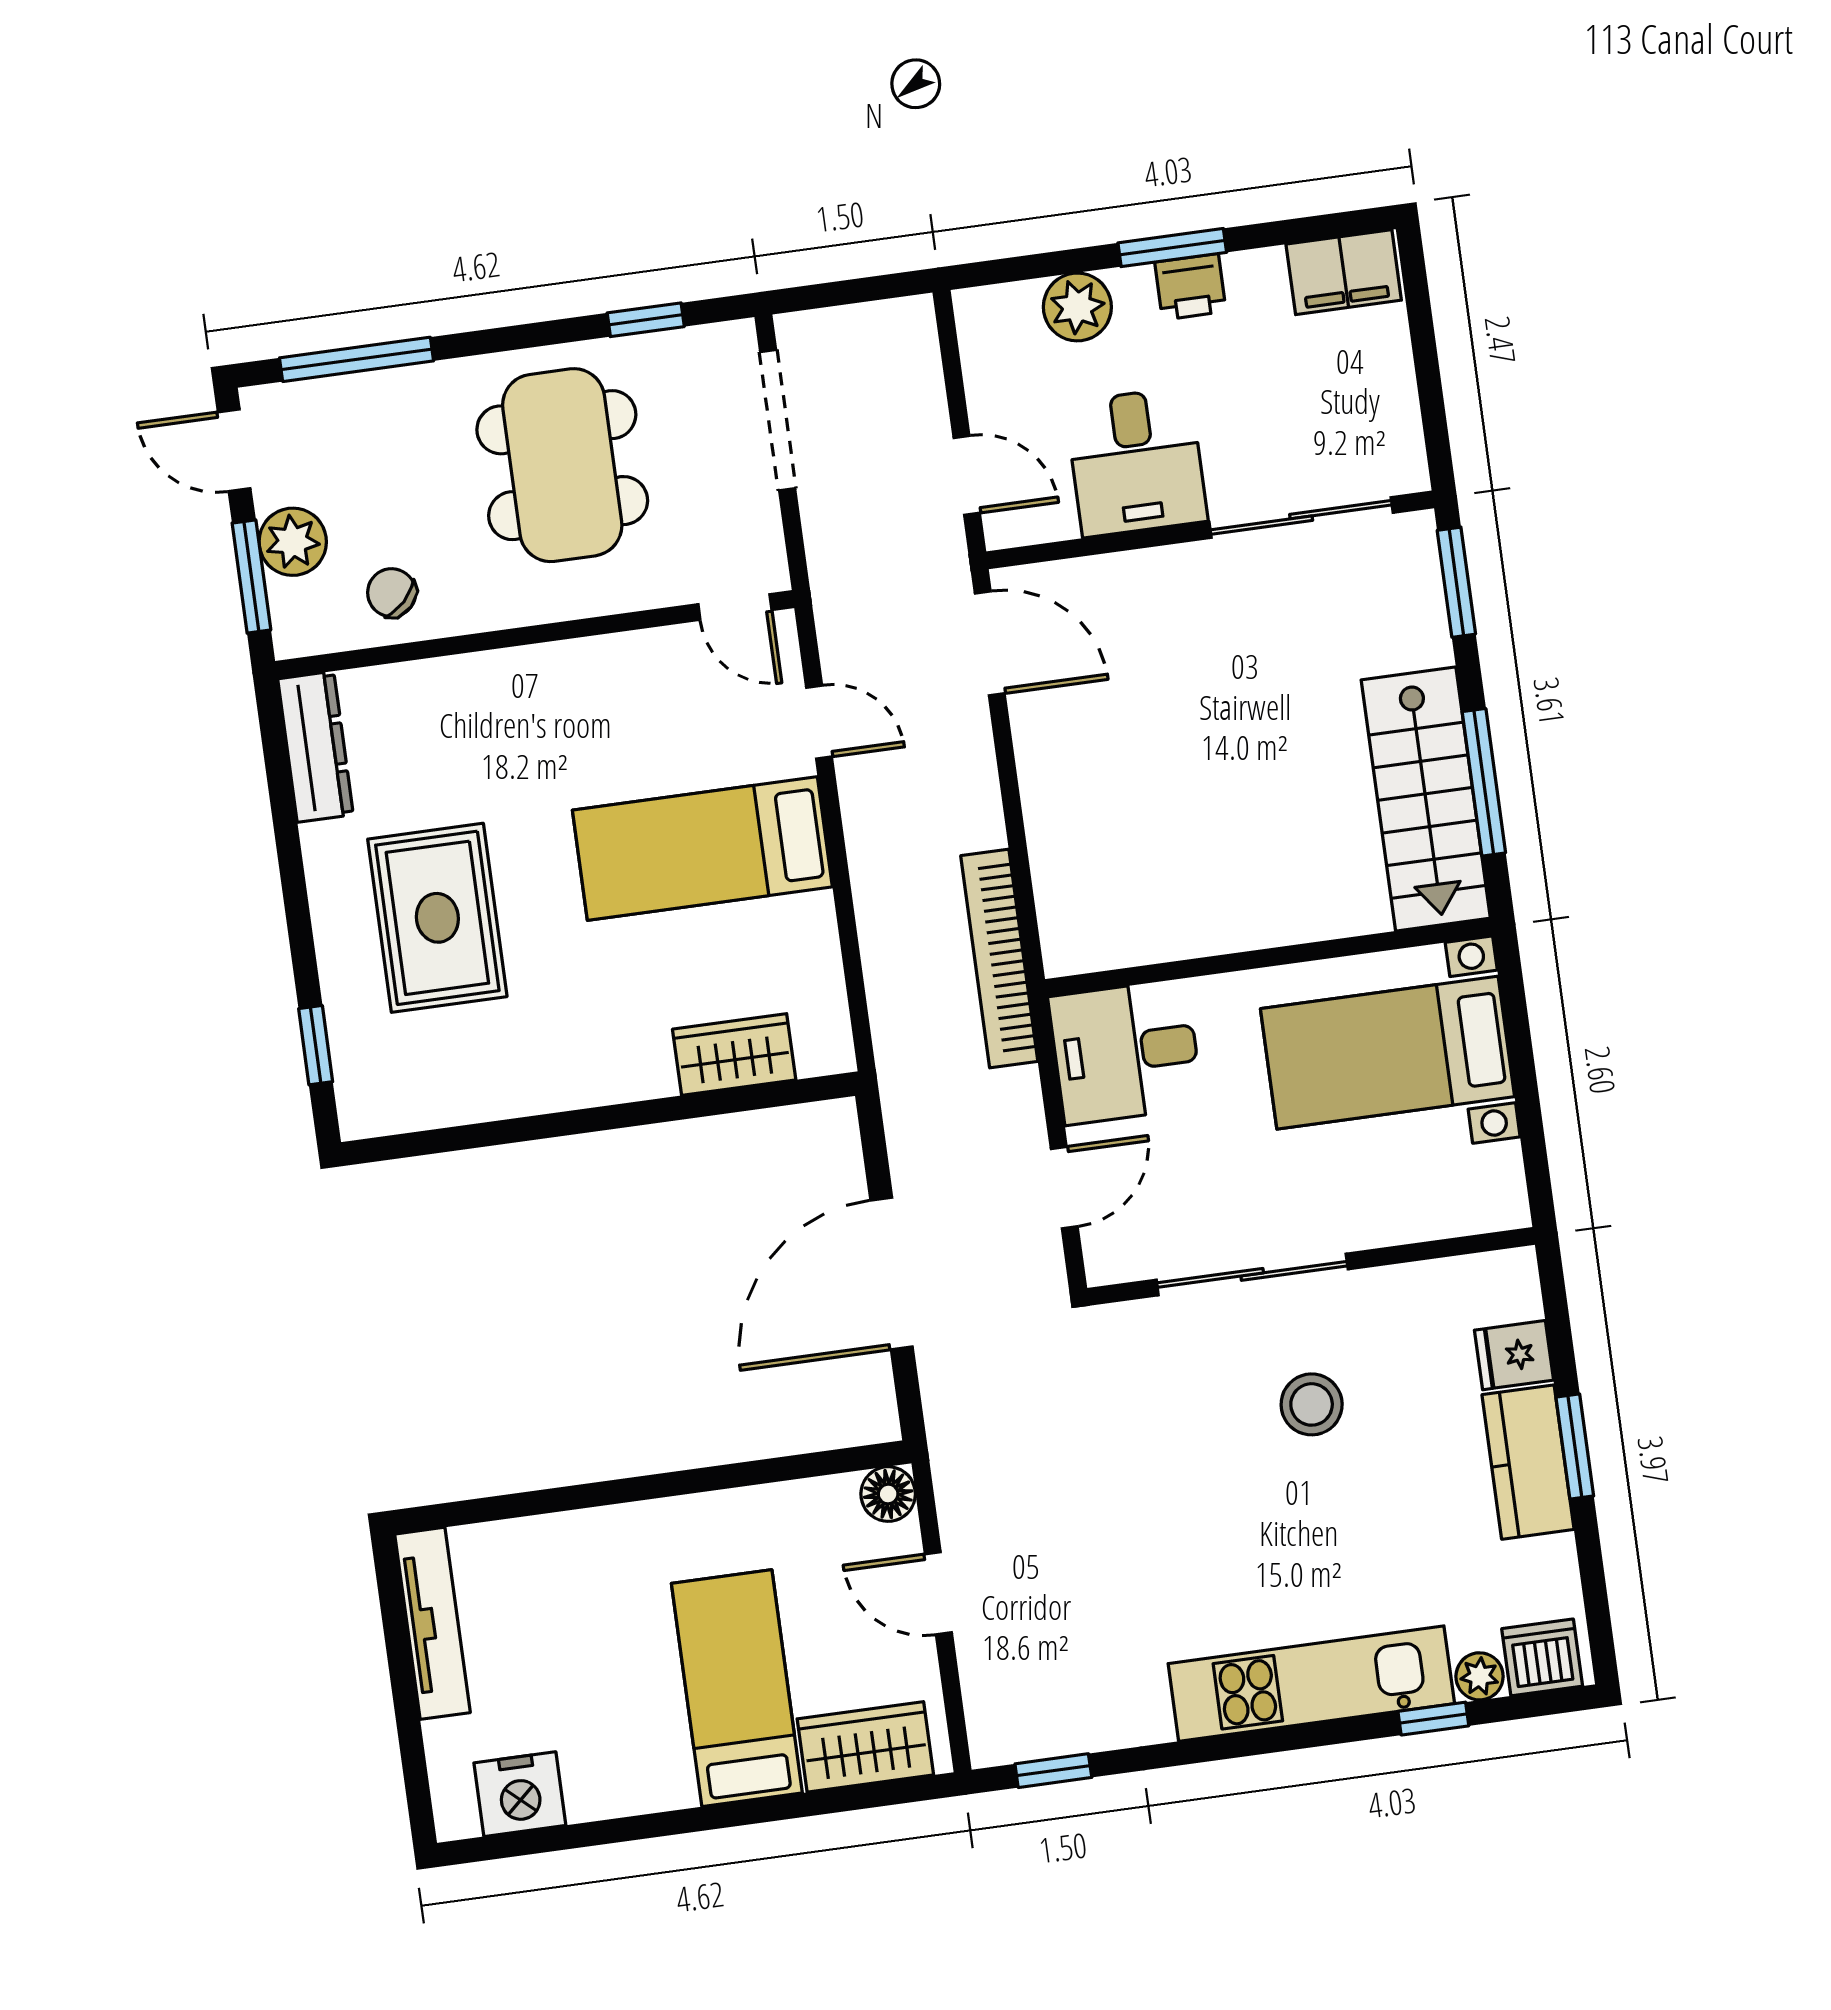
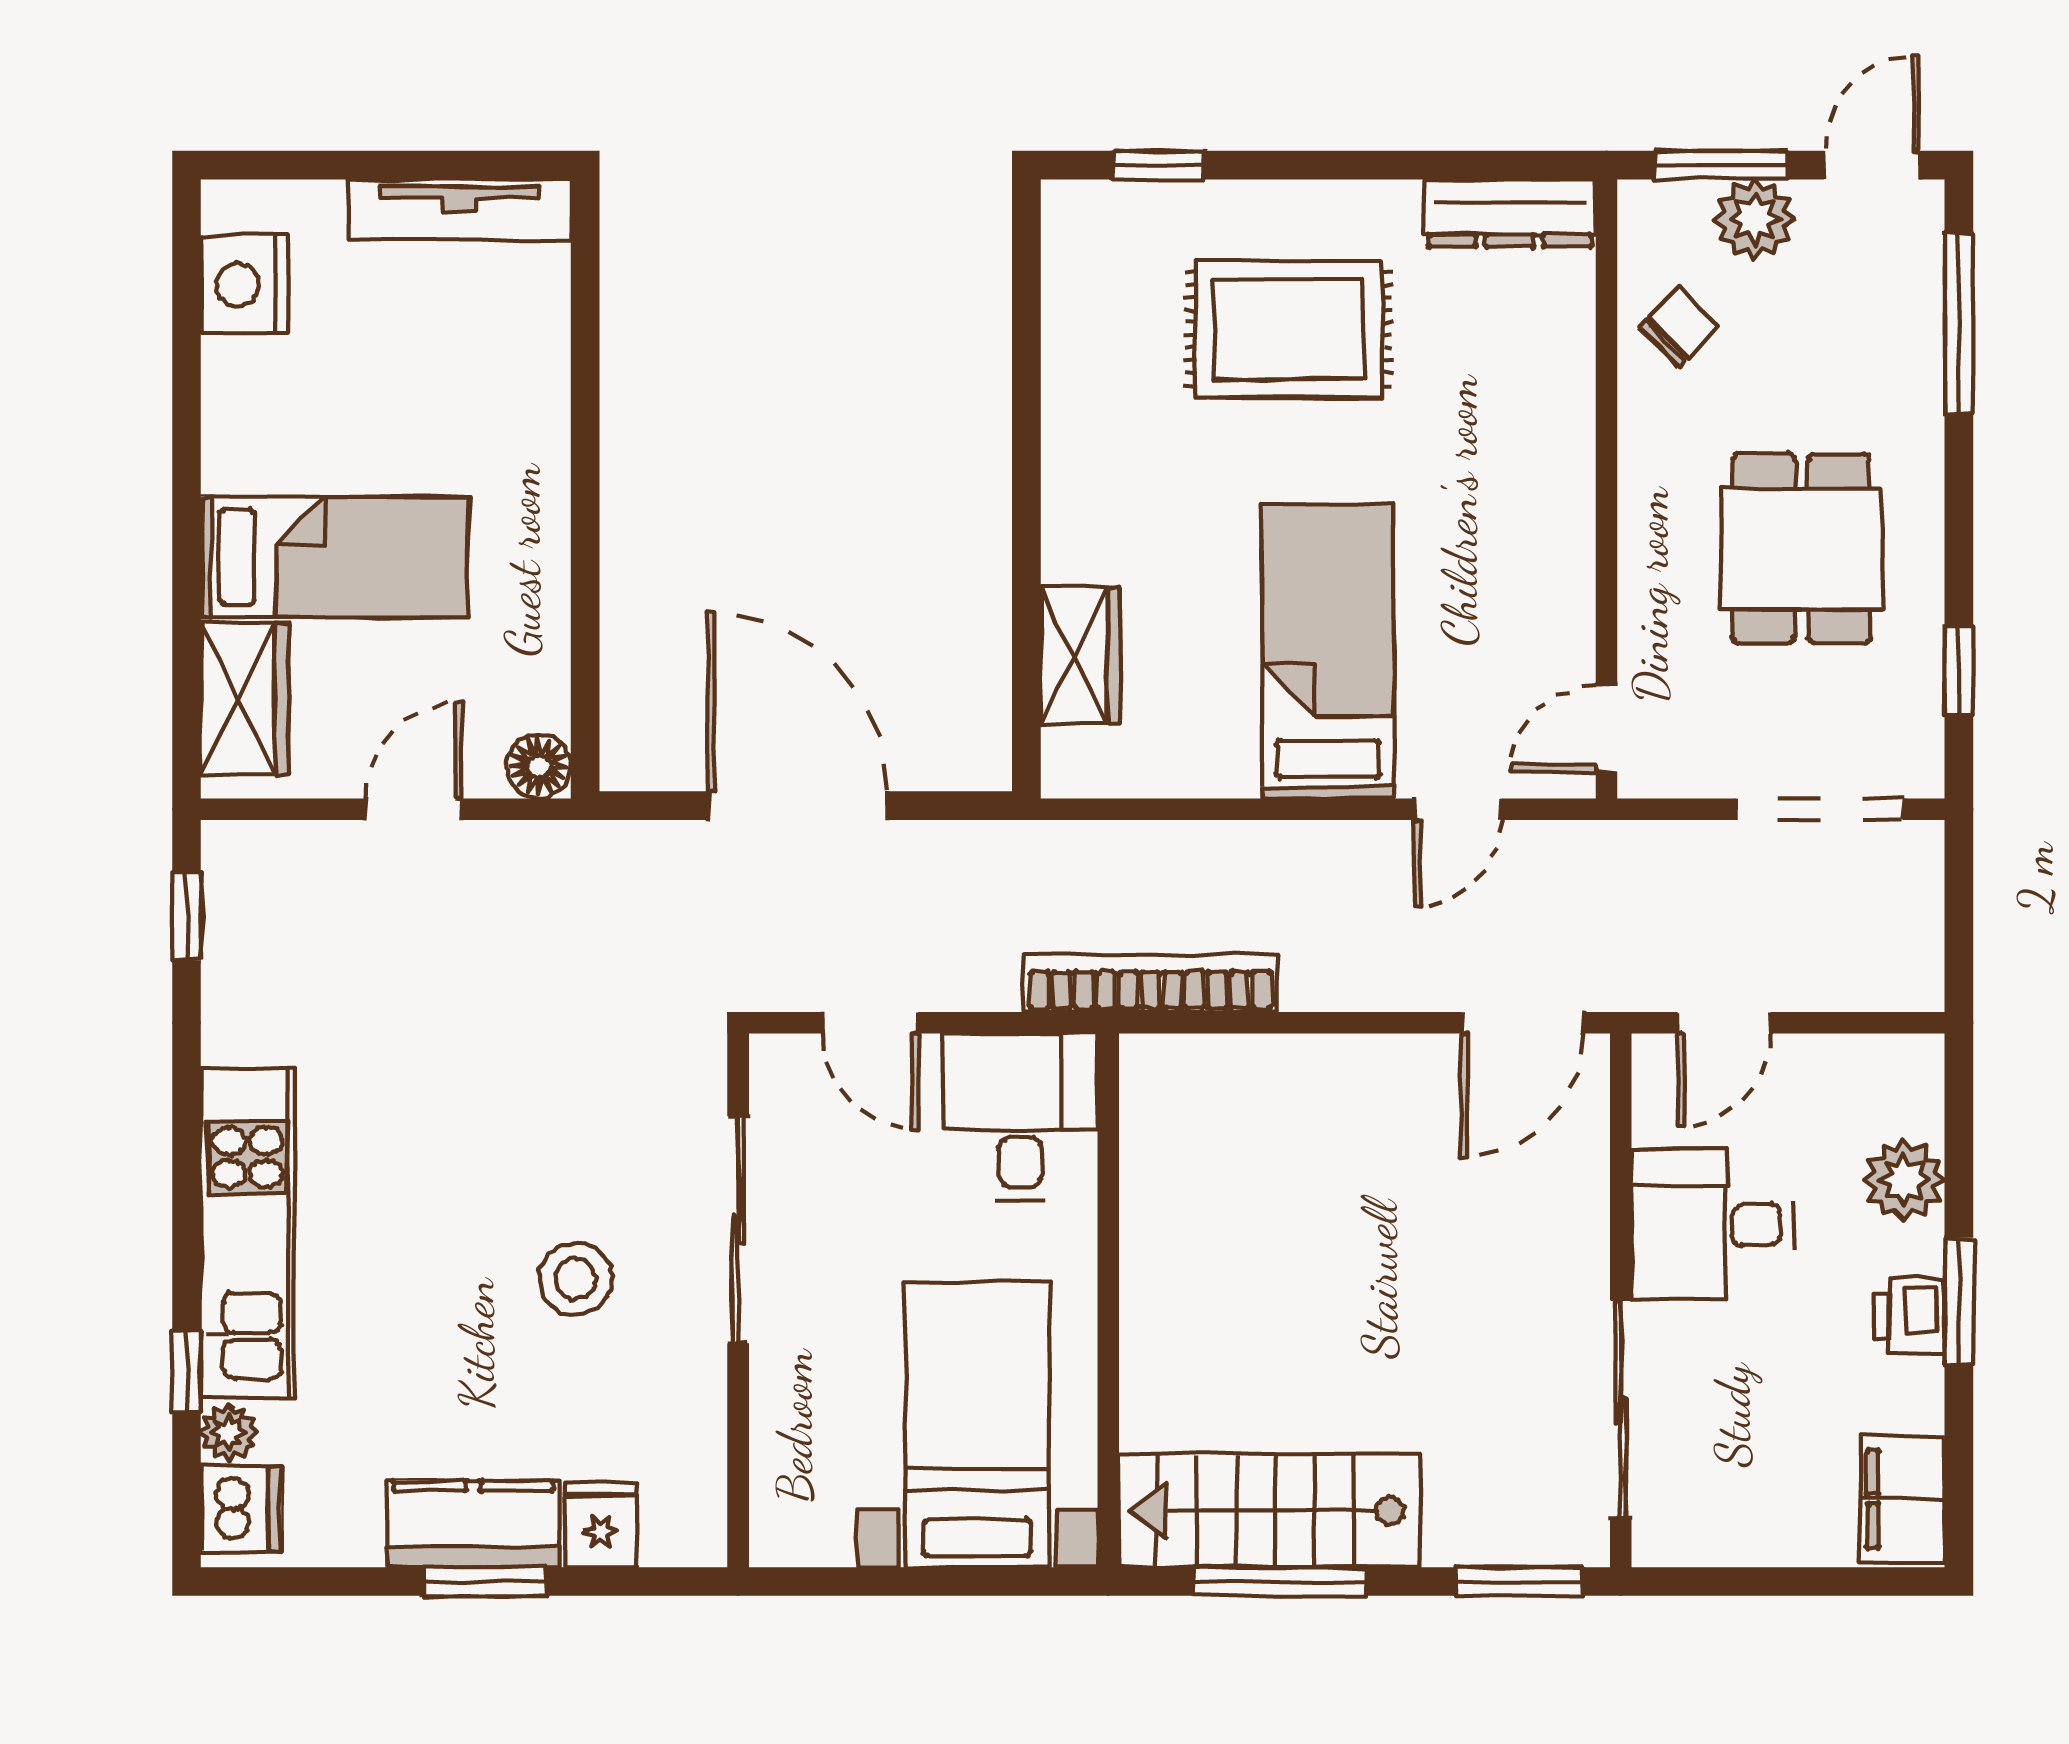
dining table: (562, 465) -> (1801, 549), width x0.73

